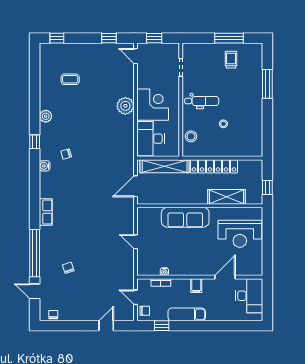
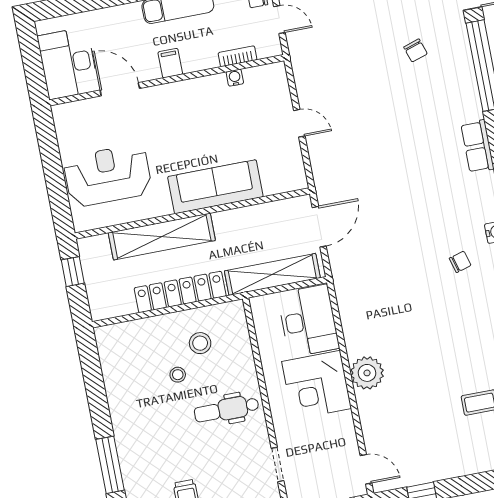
stool: (191, 136) -> (200, 343), moved
shelving: (227, 197) -> (162, 236), width x1.47
door: (225, 277) -> (120, 89), swing flipped

